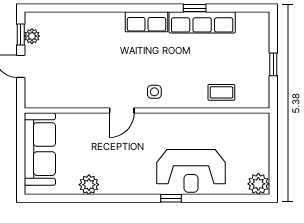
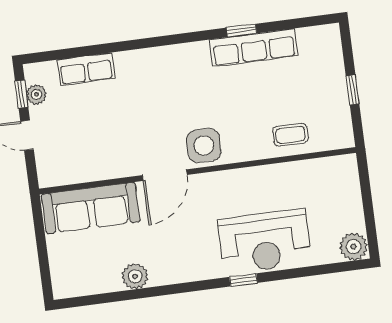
row of seats: (147, 22) -> (86, 69), moved
side table: (154, 92) -> (204, 145), width x1.87, depth x1.87
door: (122, 110) -> (165, 175), width x1.38
sofa: (40, 149) -> (91, 208), moved, turned 90

